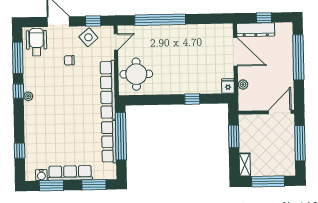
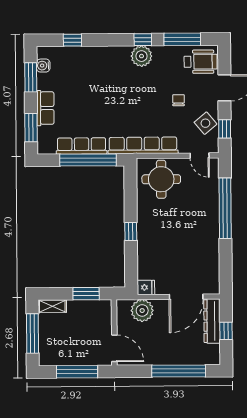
plant: (243, 85) -> (142, 311), width x1.88, depth x1.88
plant: (28, 96) -> (141, 56), width x1.87, depth x1.87
window: (192, 99) -> (131, 231), moved
row of seats: (70, 173) -> (45, 108), width x0.68

